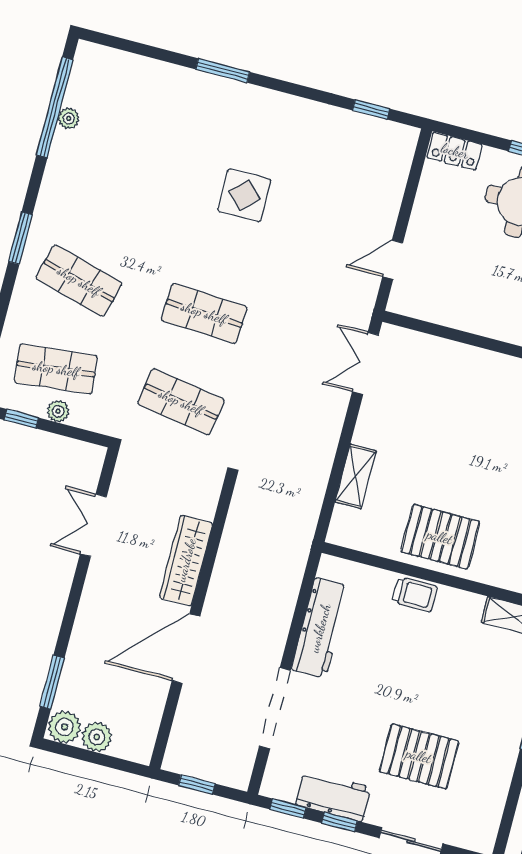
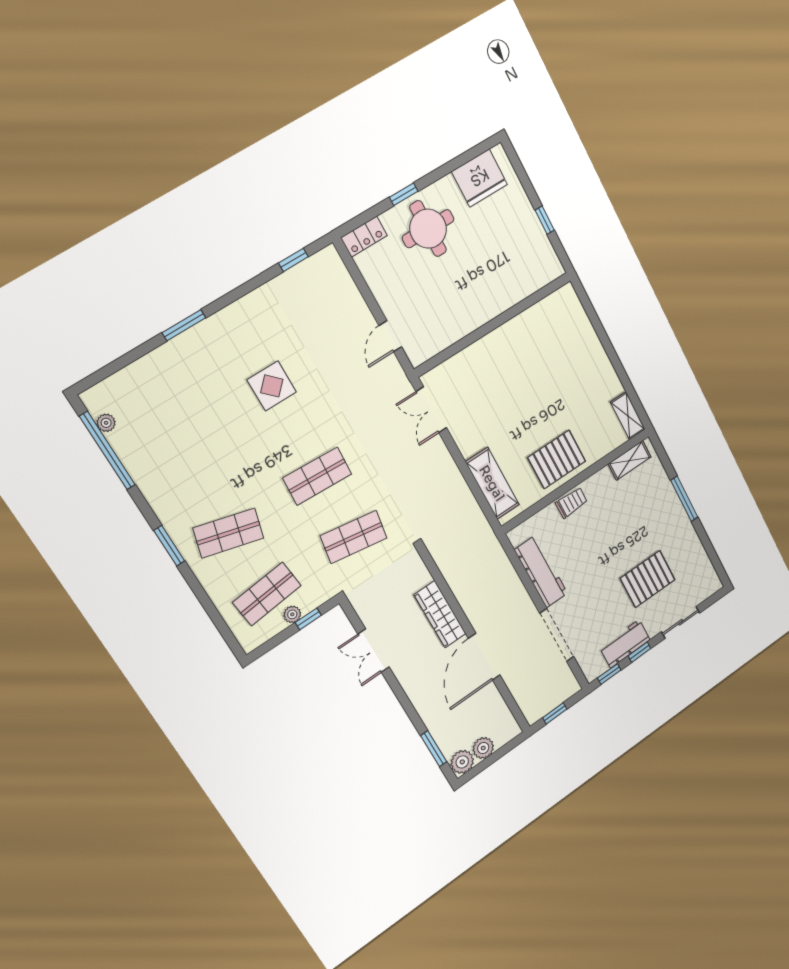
plant: (69, 118) -> (106, 423), moved
window: (21, 419) -> (308, 619), moved
shelving: (356, 476) -> (492, 483), width x1.50, depth x1.33

